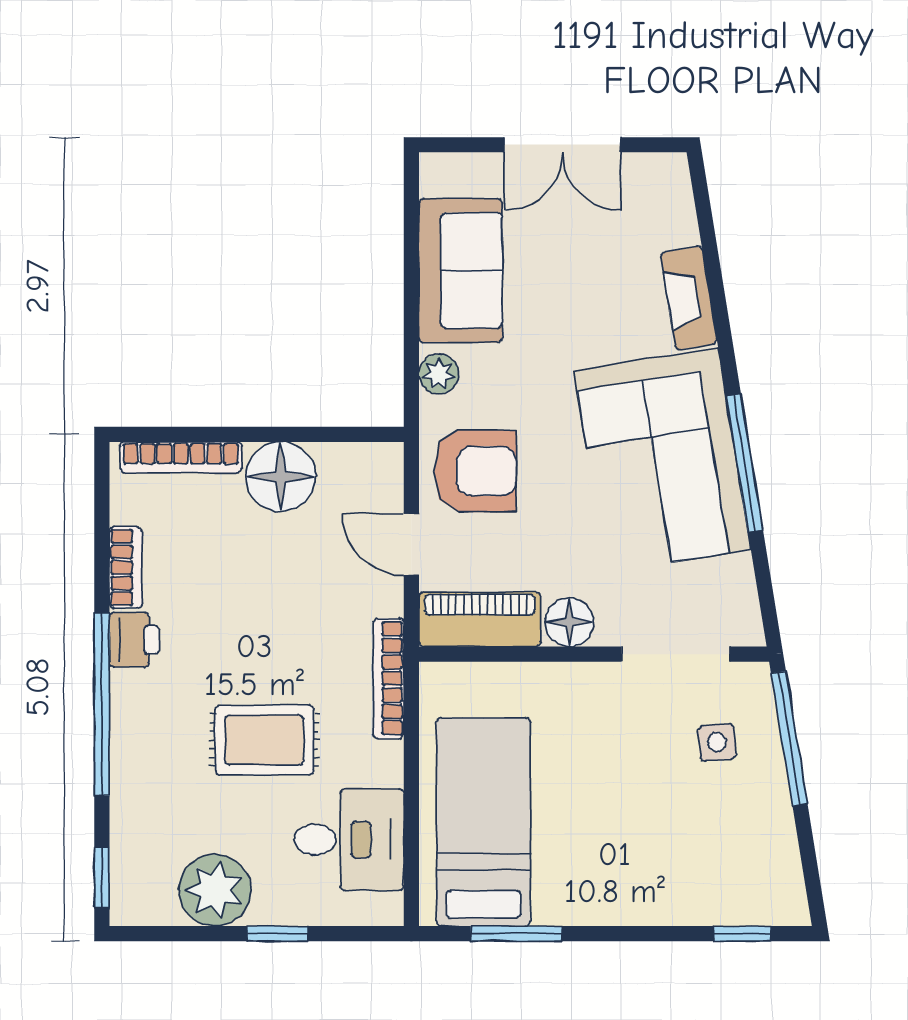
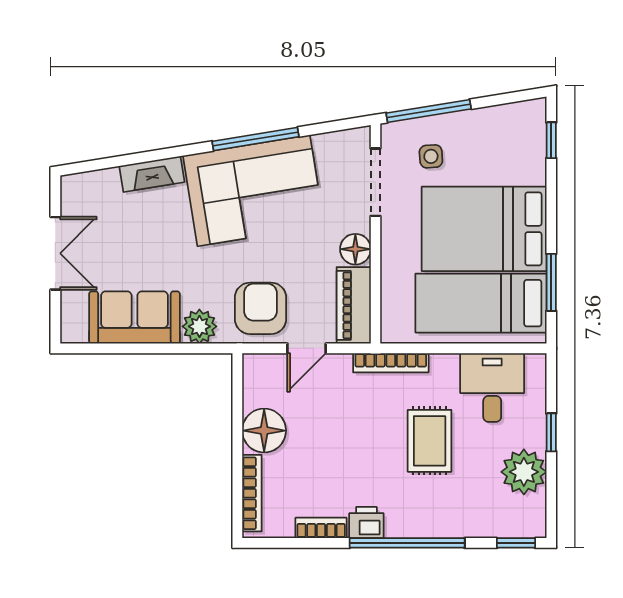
plant: (439, 374) -> (199, 326), width x1.38, depth x1.38
bed: (601, 827) -> (484, 229), added

